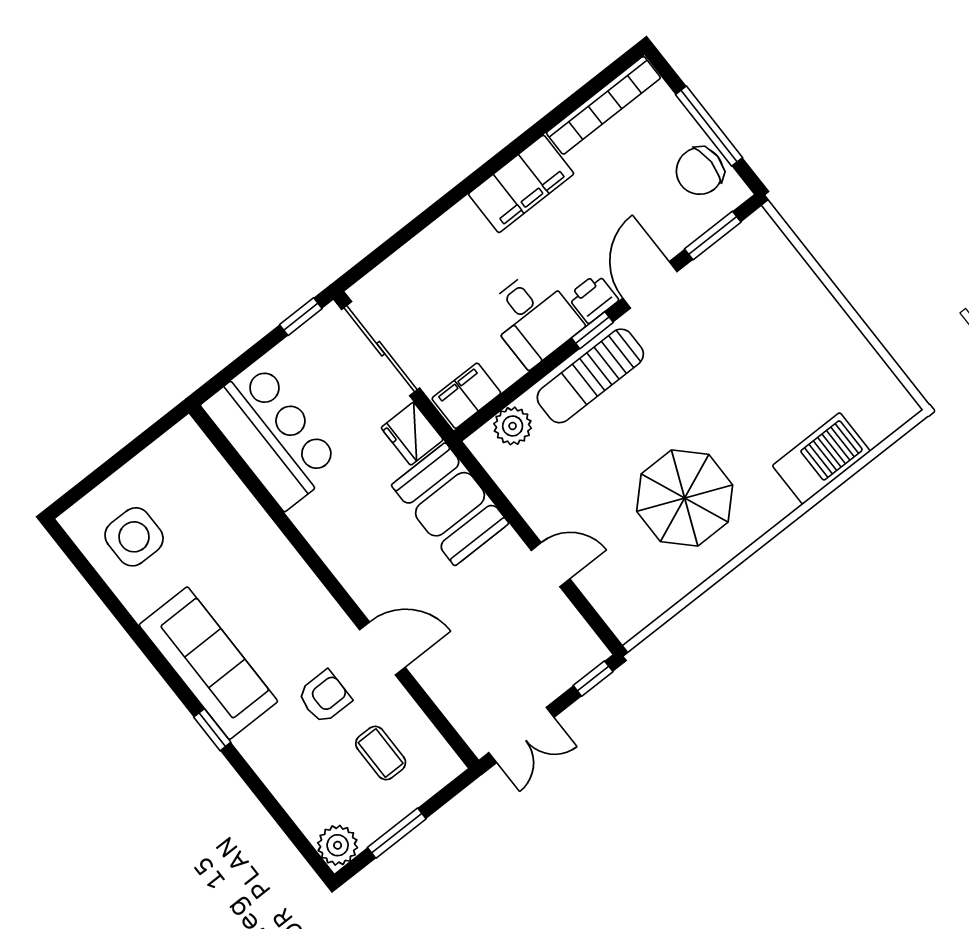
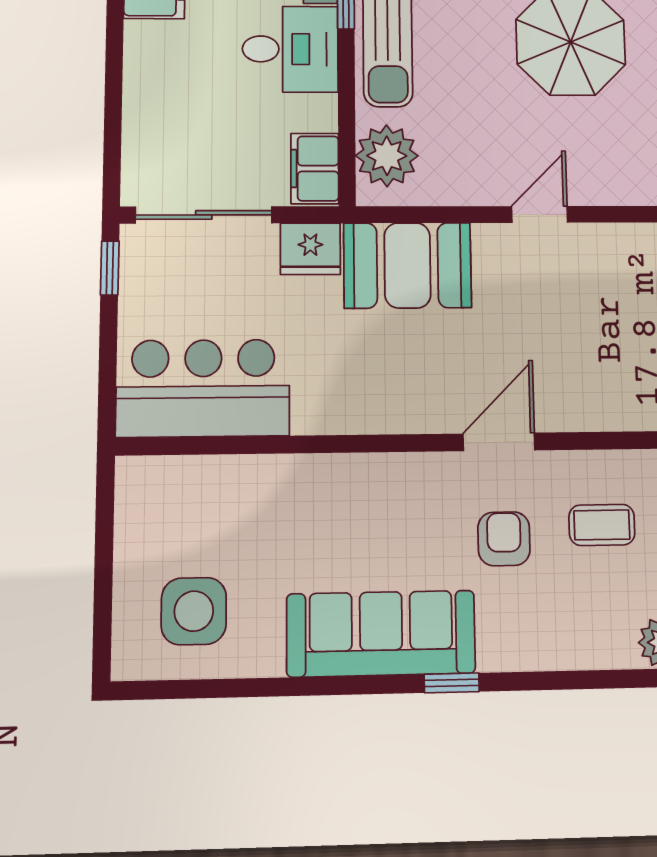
plant: (513, 426) -> (387, 156), width x1.36, depth x1.36

